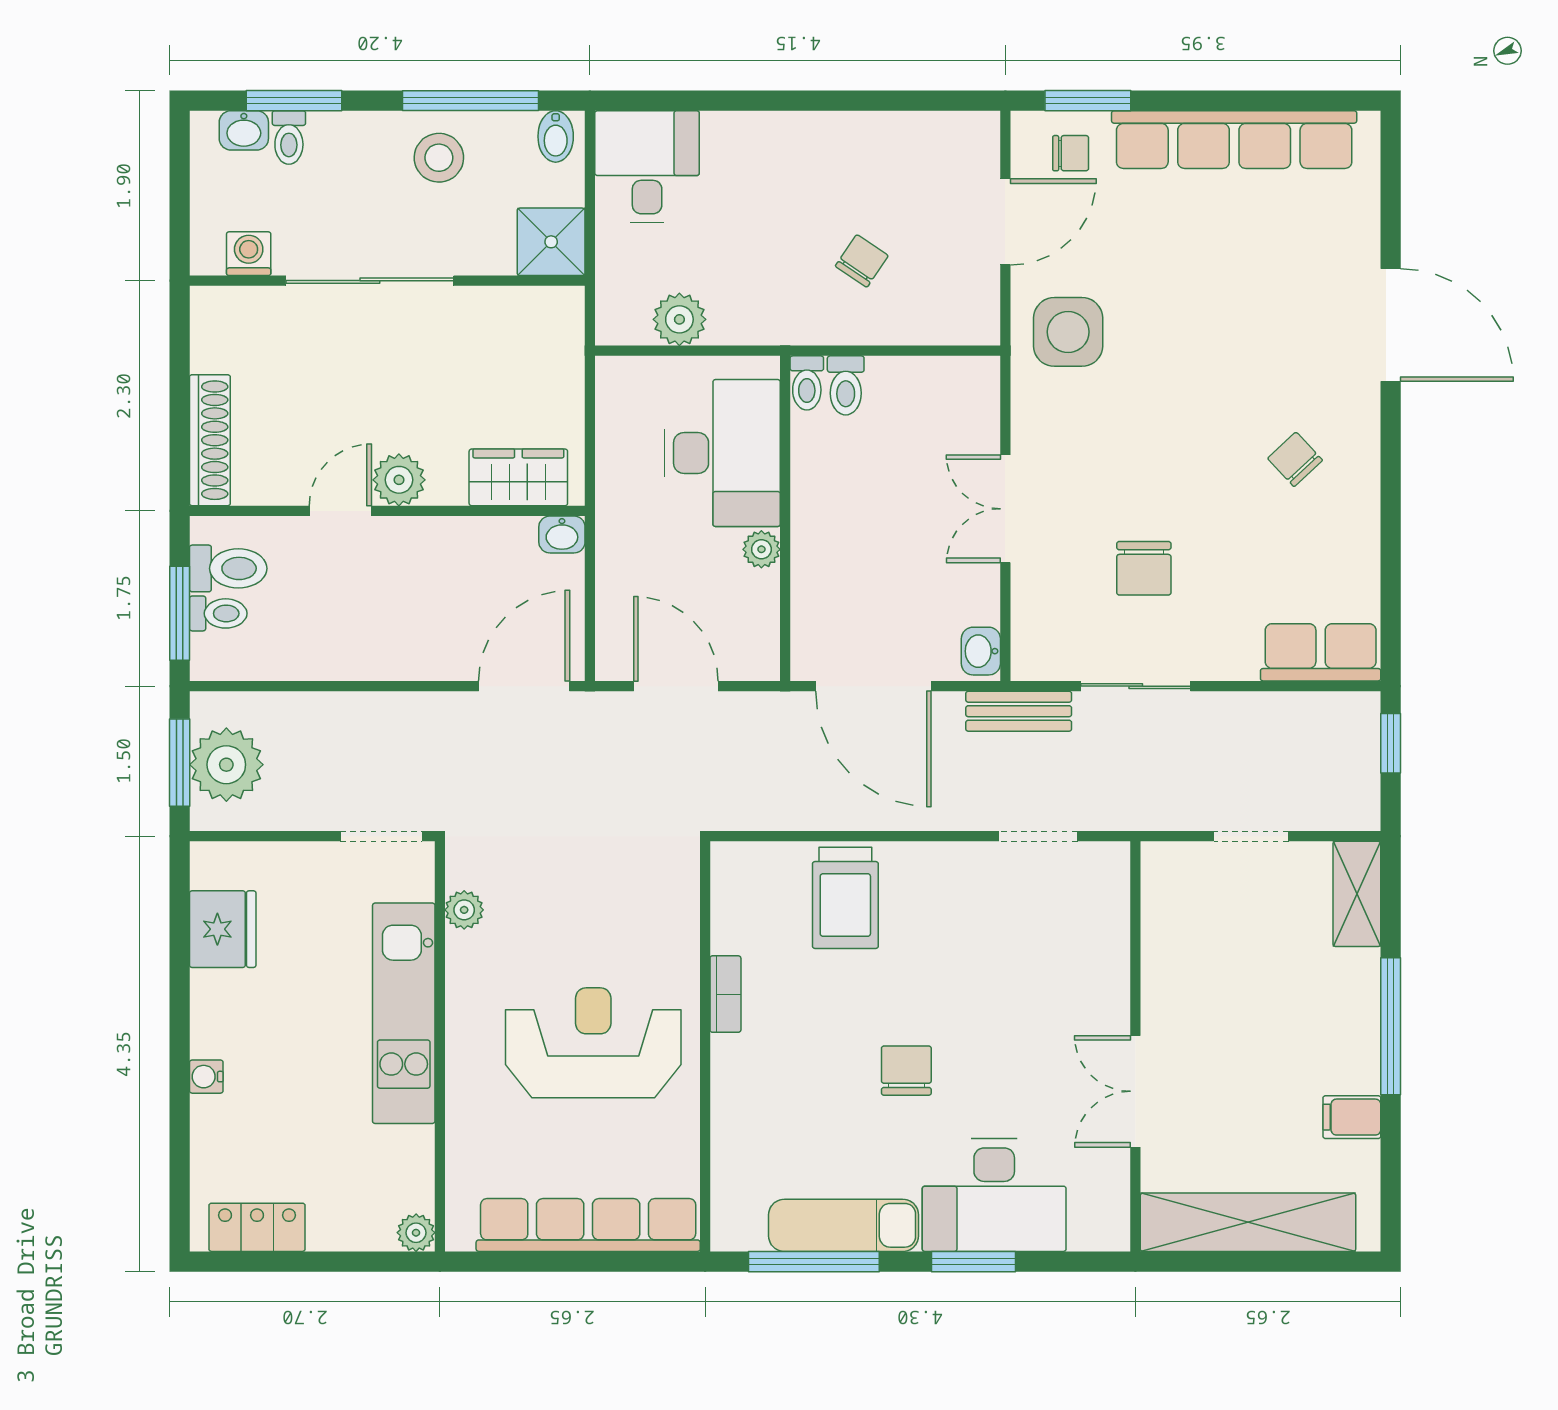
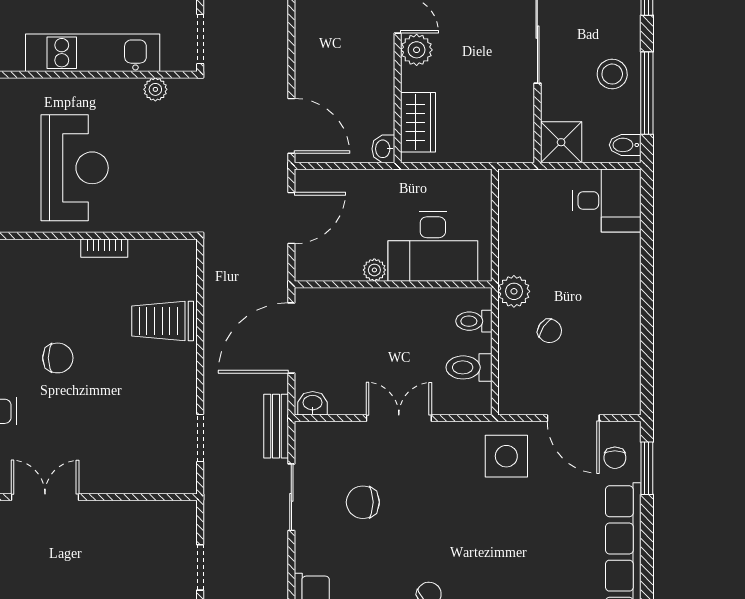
plant: (679, 319) -> (514, 291), moved
toilet: (807, 383) -> (469, 367), moved, width x1.37, depth x1.39

